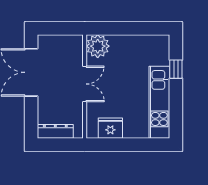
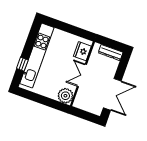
kitchen unit: (159, 102) -> (37, 56), width x1.36
fridge: (110, 128) -> (82, 51), moved, turned 90

